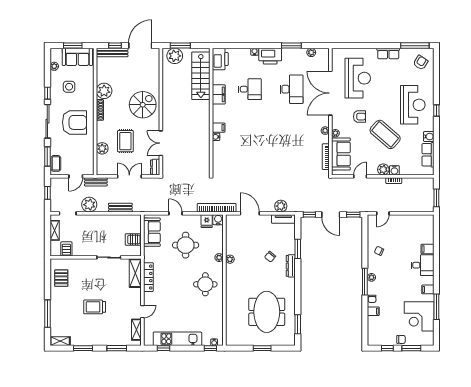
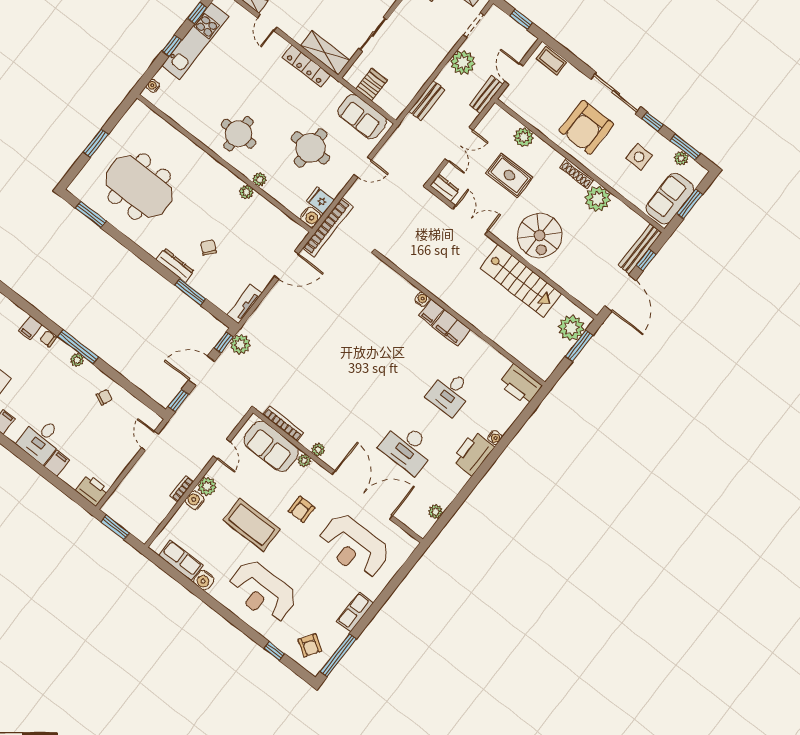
window: (291, 46) -> (465, 492), removed
stairs: (201, 76) -> (521, 281), moved, turned 180
filing cabinet: (219, 94) -> (451, 328), moved
window: (436, 111) -> (274, 651), moved
coffee table: (385, 134) -> (252, 525), turned 49
window: (47, 157) -> (685, 147), moved
plant: (281, 206) -> (240, 344), moved
printer: (427, 222) -> (92, 490), added
window: (210, 348) -> (172, 46), moved

